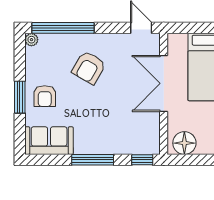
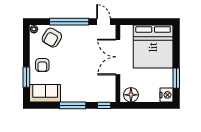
window: (63, 28) -> (69, 22), moved
armchair: (89, 68) -> (52, 38), moved
window: (20, 97) -> (26, 77), moved

